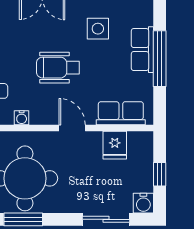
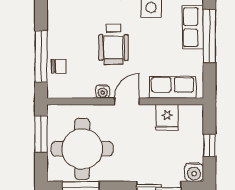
wheelchair: (58, 68) -> (113, 44), turned -90
water cooler: (22, 118) -> (103, 92), moved
door: (72, 128) -> (127, 101), hinge flipped

